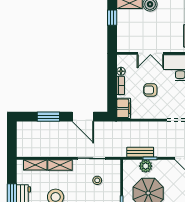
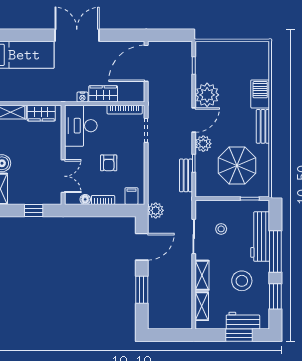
window: (112, 18) -> (34, 210), moved
double door: (150, 53) -> (63, 176), moved
filing cabinet: (124, 108) -> (131, 196), width x0.50
plant: (112, 128) -> (156, 210), added
plant: (146, 166) -> (203, 144), moved

